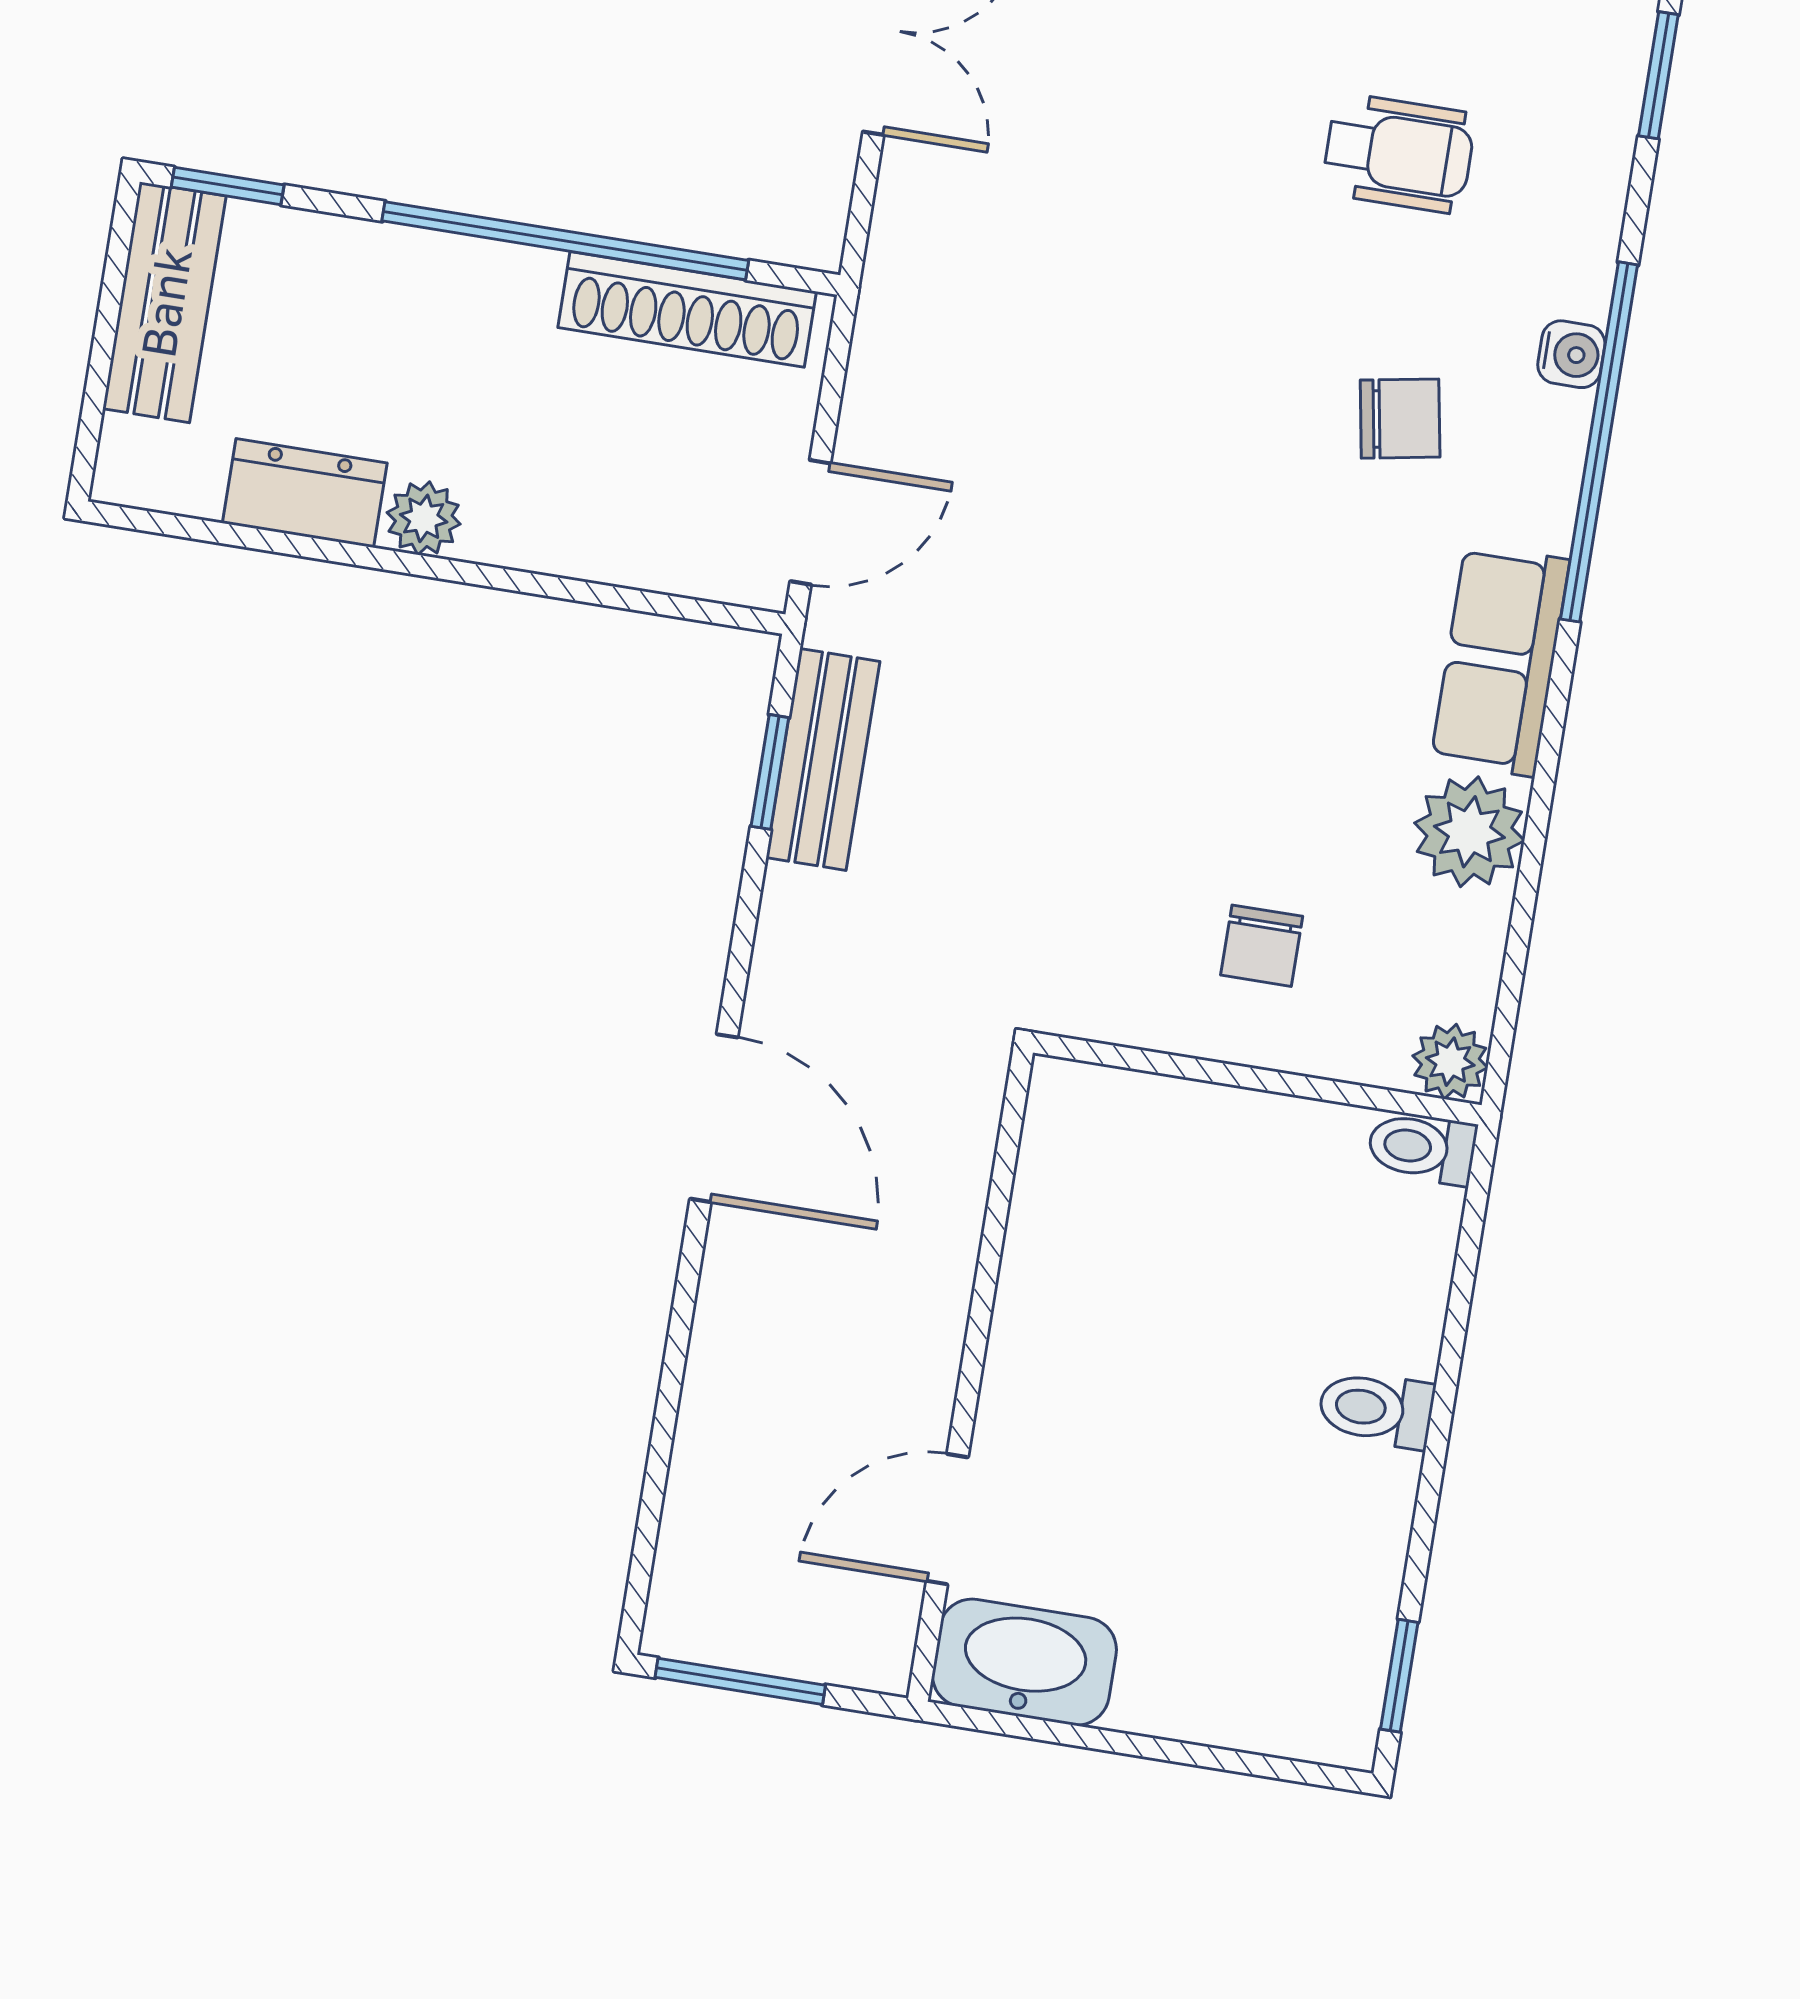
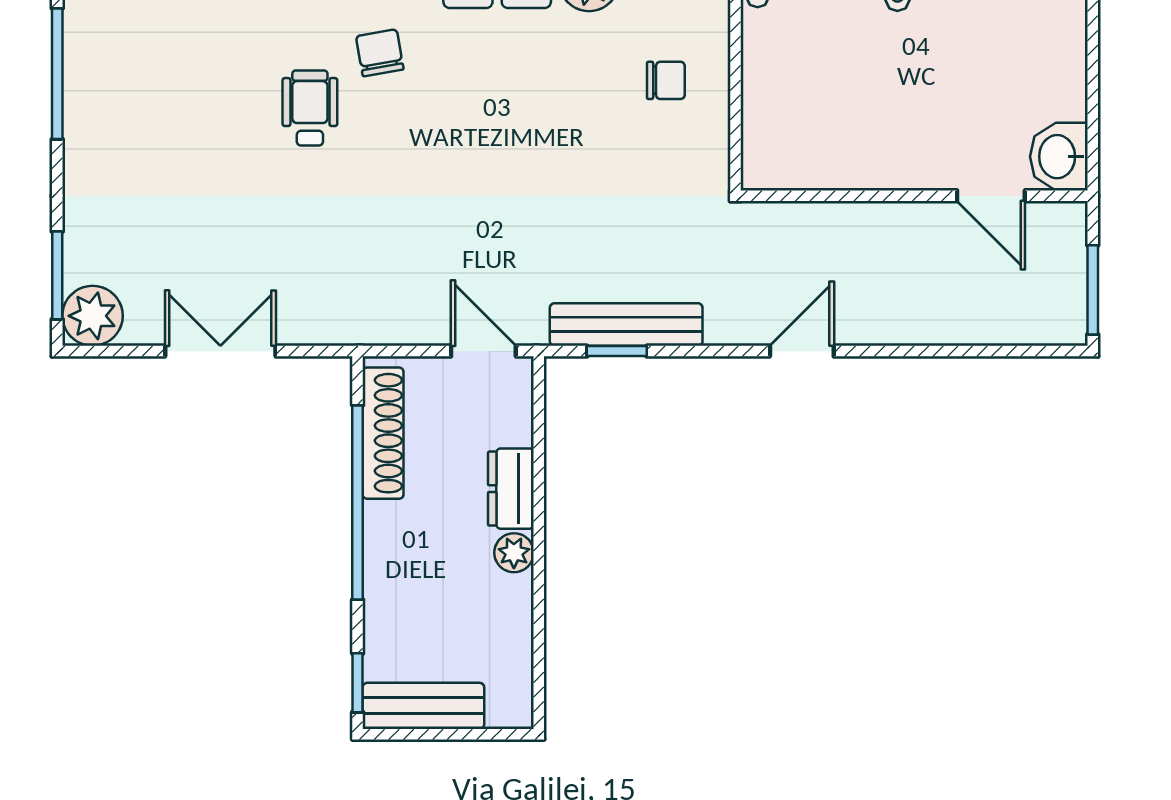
wheelchair: (1399, 153) -> (310, 108), moved
dresser: (305, 493) -> (511, 489), moved
bench: (823, 759) -> (626, 325), width x1.36
door: (714, 1118) -> (802, 351), width x0.73
washbasin: (1024, 1662) -> (1059, 157), width x0.72

